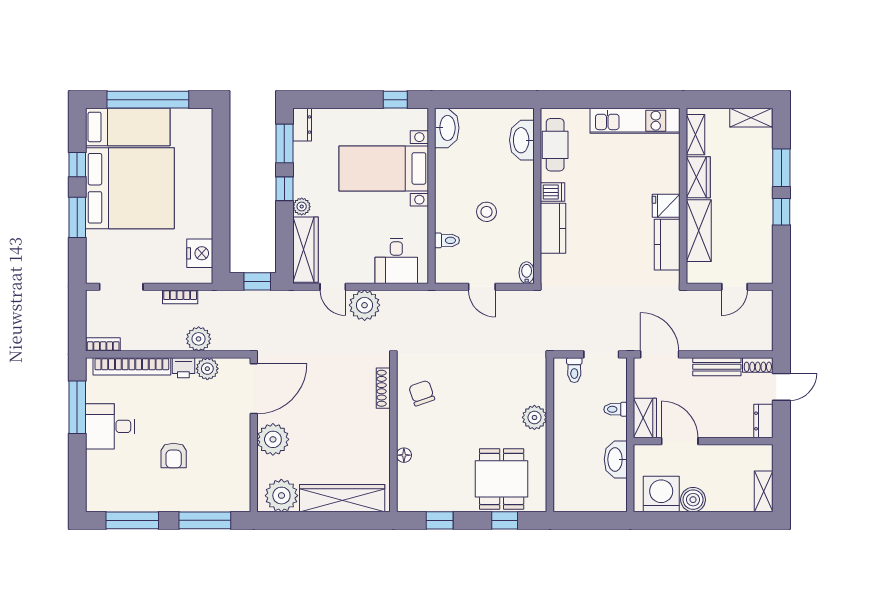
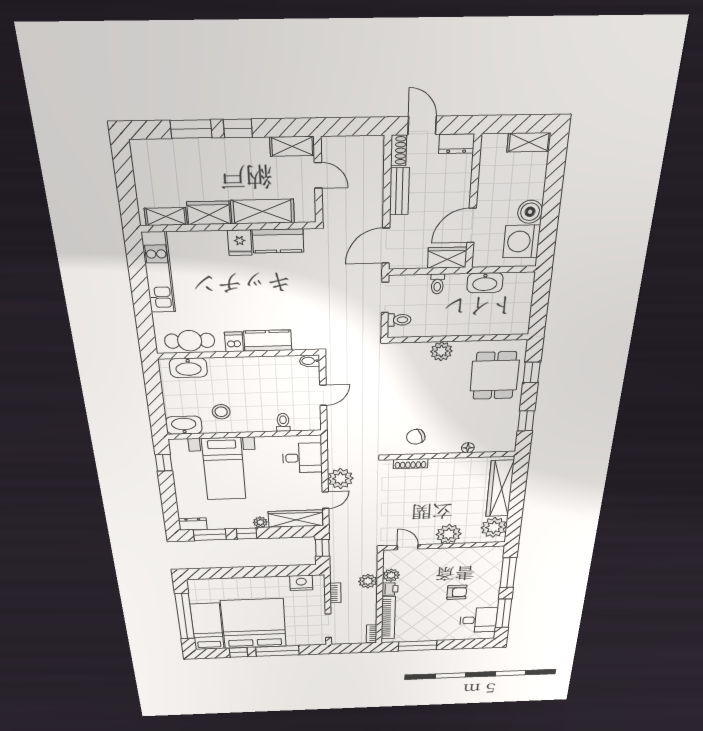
shelving: (751, 118) -> (292, 146), moved, turned 90
stool: (486, 212) -> (221, 412), moved
window: (77, 217) -> (278, 651), width x1.44
door: (254, 389) -> (408, 547), width x0.53
desk: (110, 426) -> (478, 620), moved, turned -90
dining table: (502, 479) -> (495, 376), turned 90

